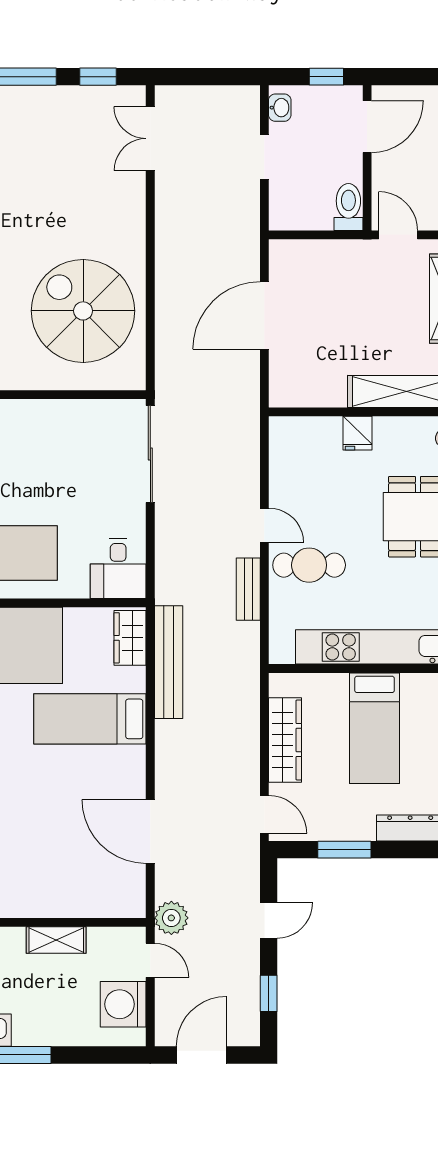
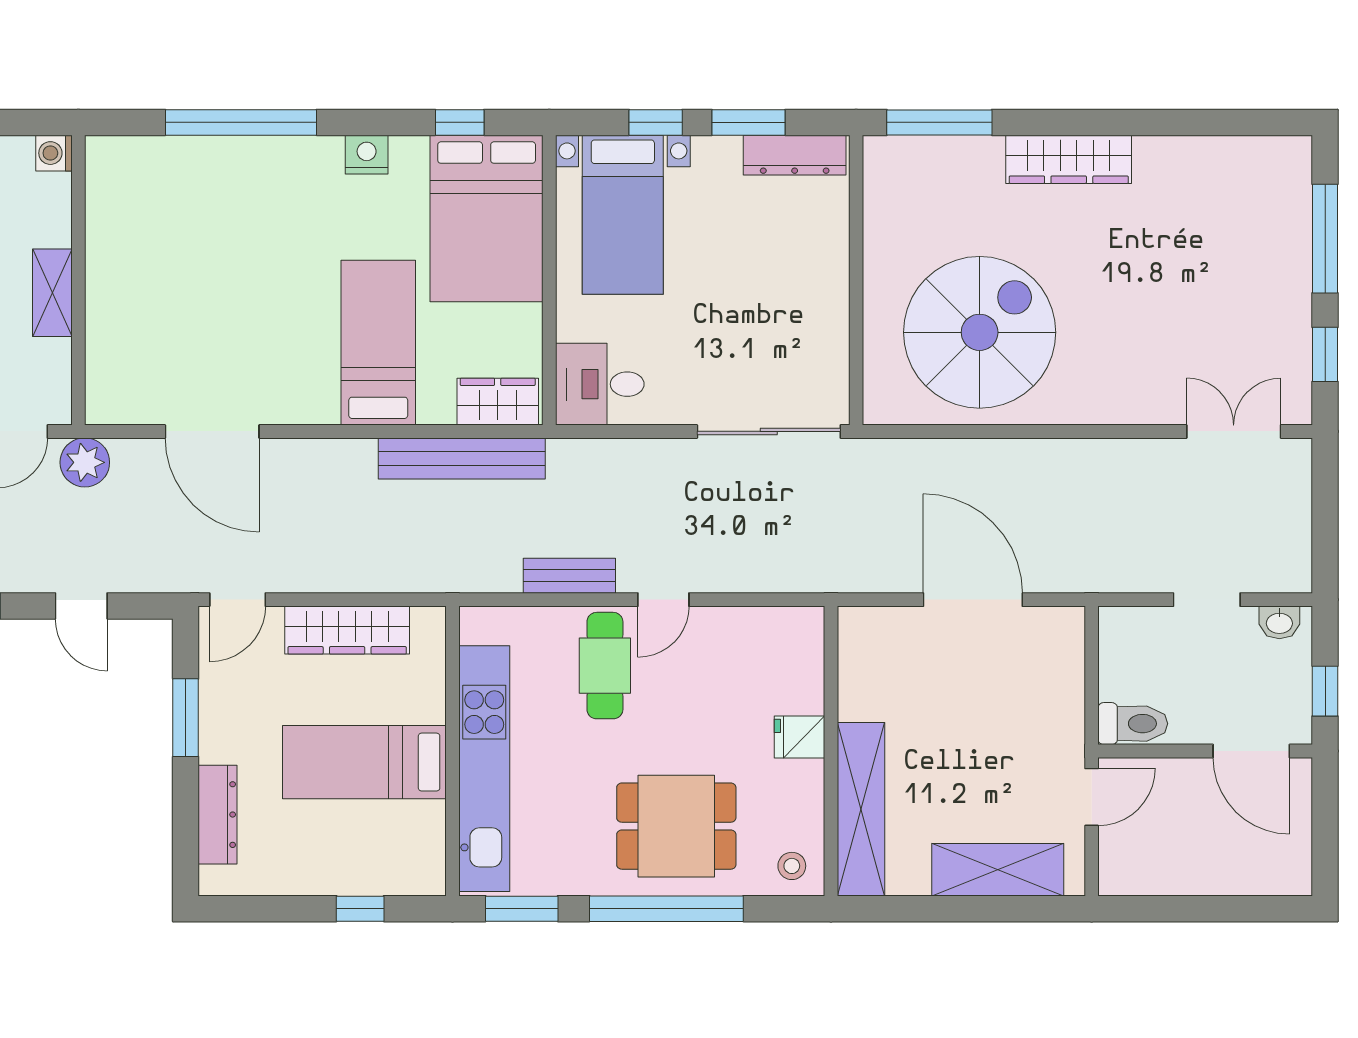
door: (150, 832) -> (212, 431), swing flipped

